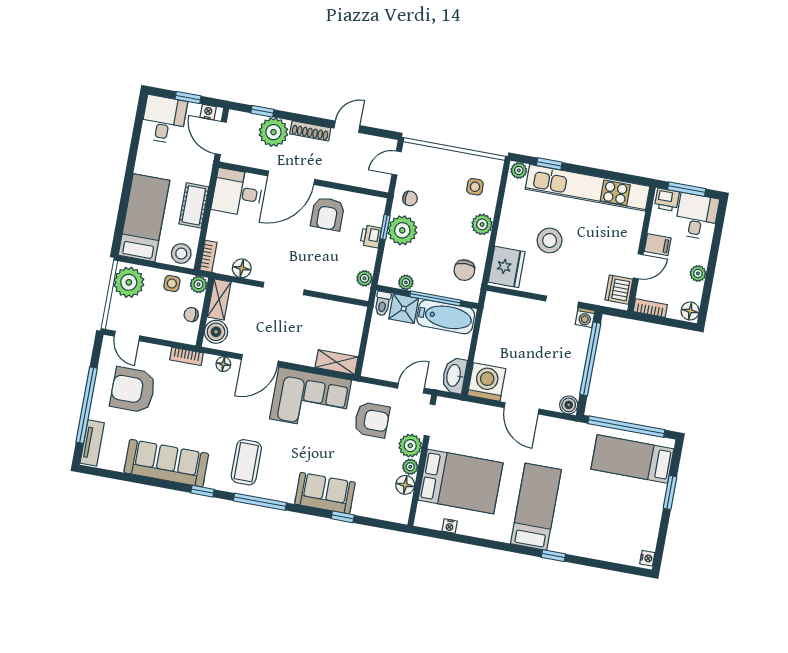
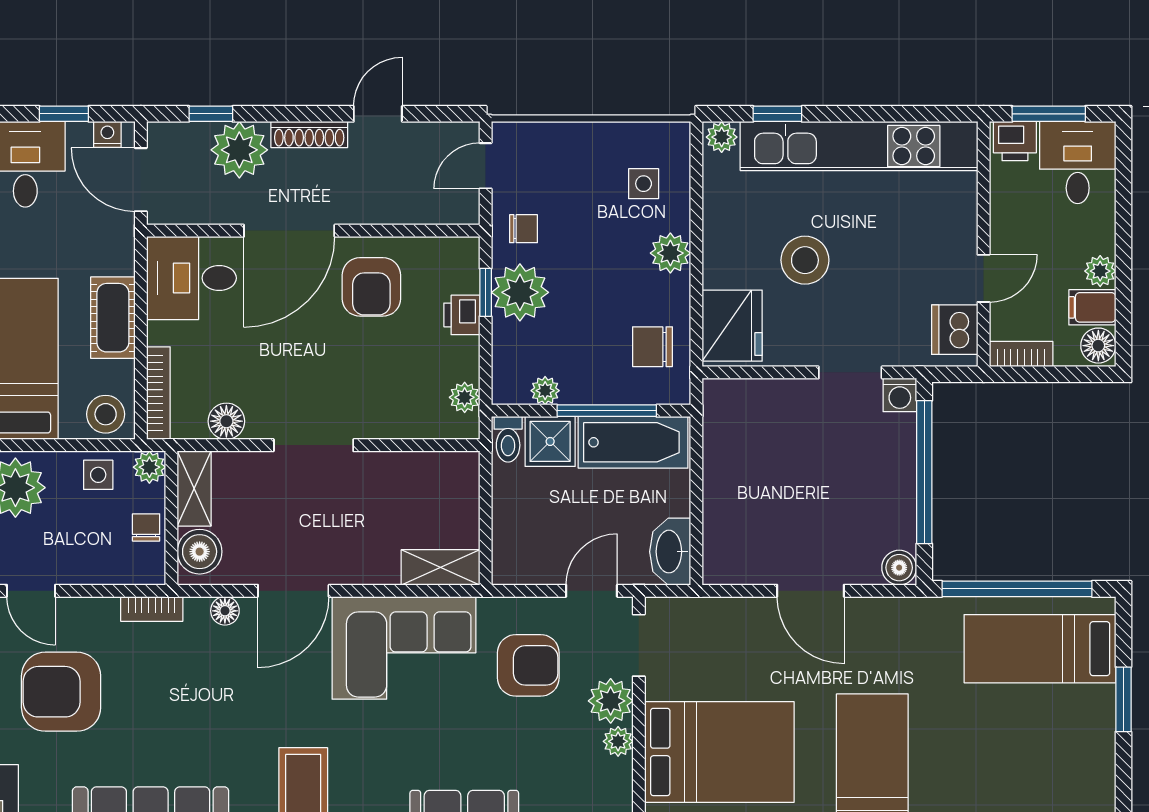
filing cabinet: (658, 245) -> (1092, 307), moved, turned 180
bookcase: (208, 256) -> (158, 393), width x1.56
chair: (464, 270) -> (653, 347), turned 90
chair: (191, 315) -> (146, 527), turned 90
washing machine: (487, 382) -> (734, 553), removed
floor lamp: (405, 485) -> (615, 778), removed

